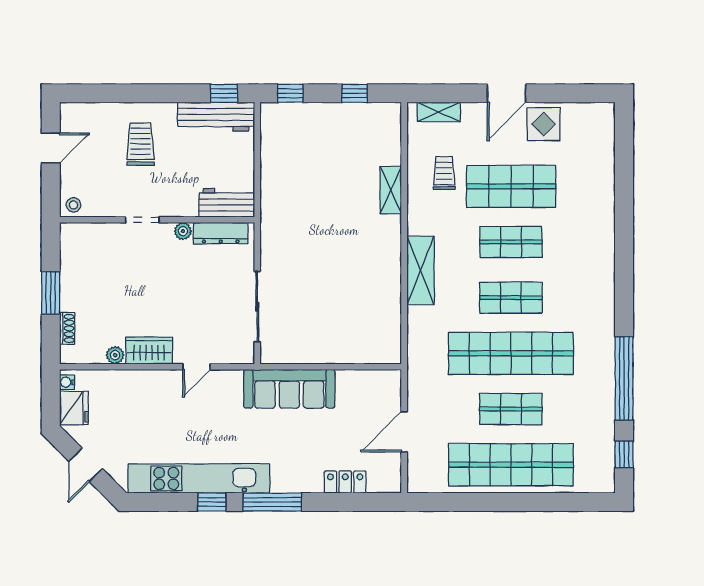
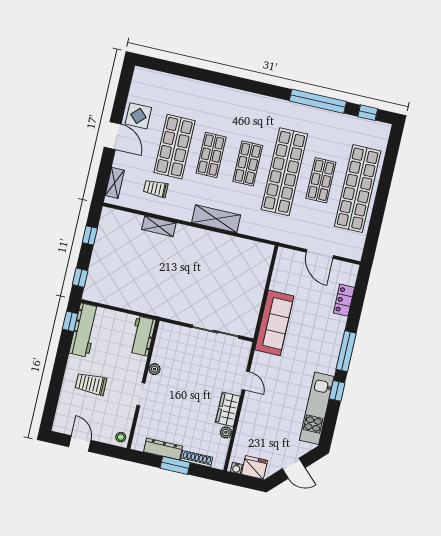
dresser: (221, 233) -> (163, 449), moved, turned -90
shoe rack: (67, 328) -> (197, 459), width x1.43
kitchen unit: (199, 478) -> (317, 408), width x0.73

